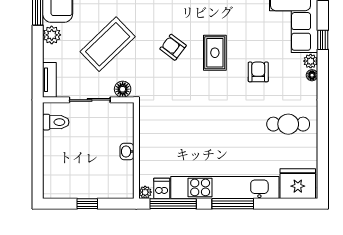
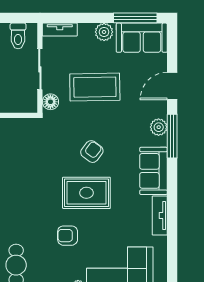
coffee table: (108, 44) -> (95, 87), turned -47
rug: (215, 53) -> (86, 193), width x1.36, depth x1.43
armchair: (258, 72) -> (68, 236), turned 180

